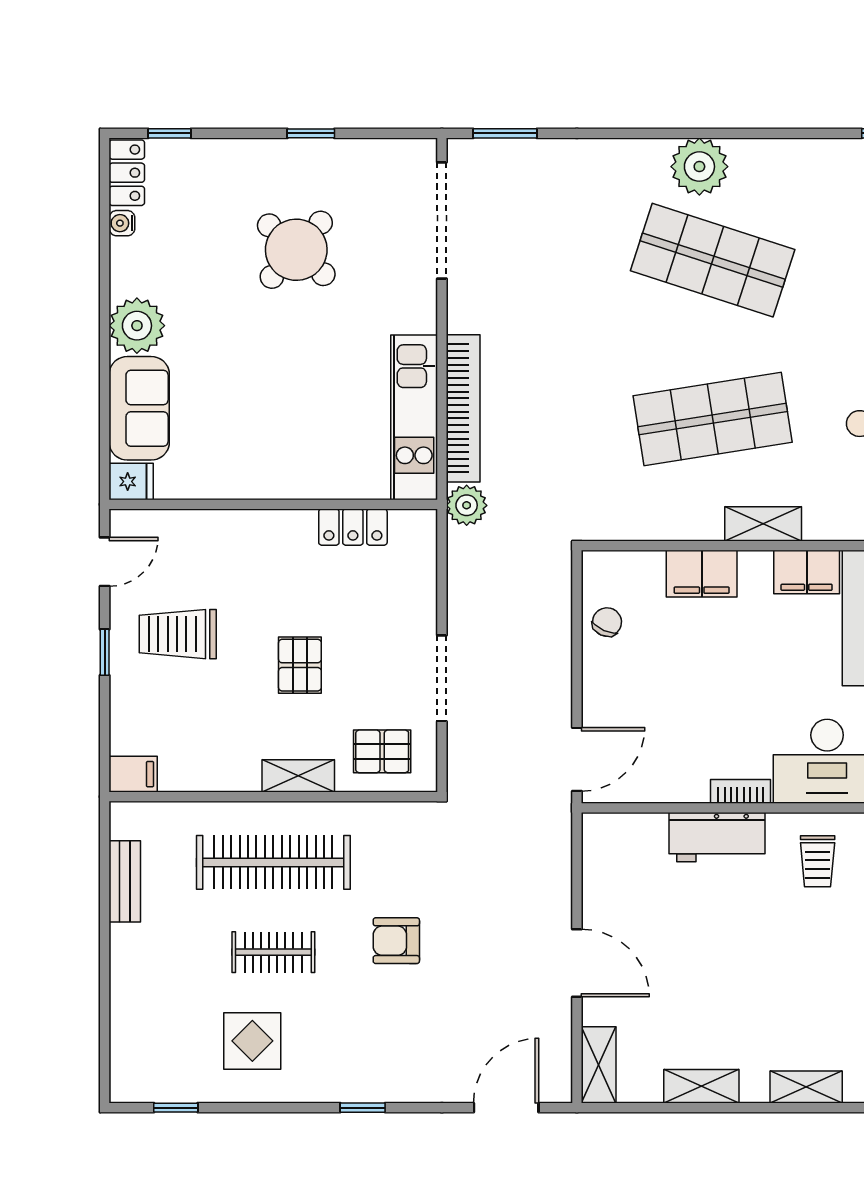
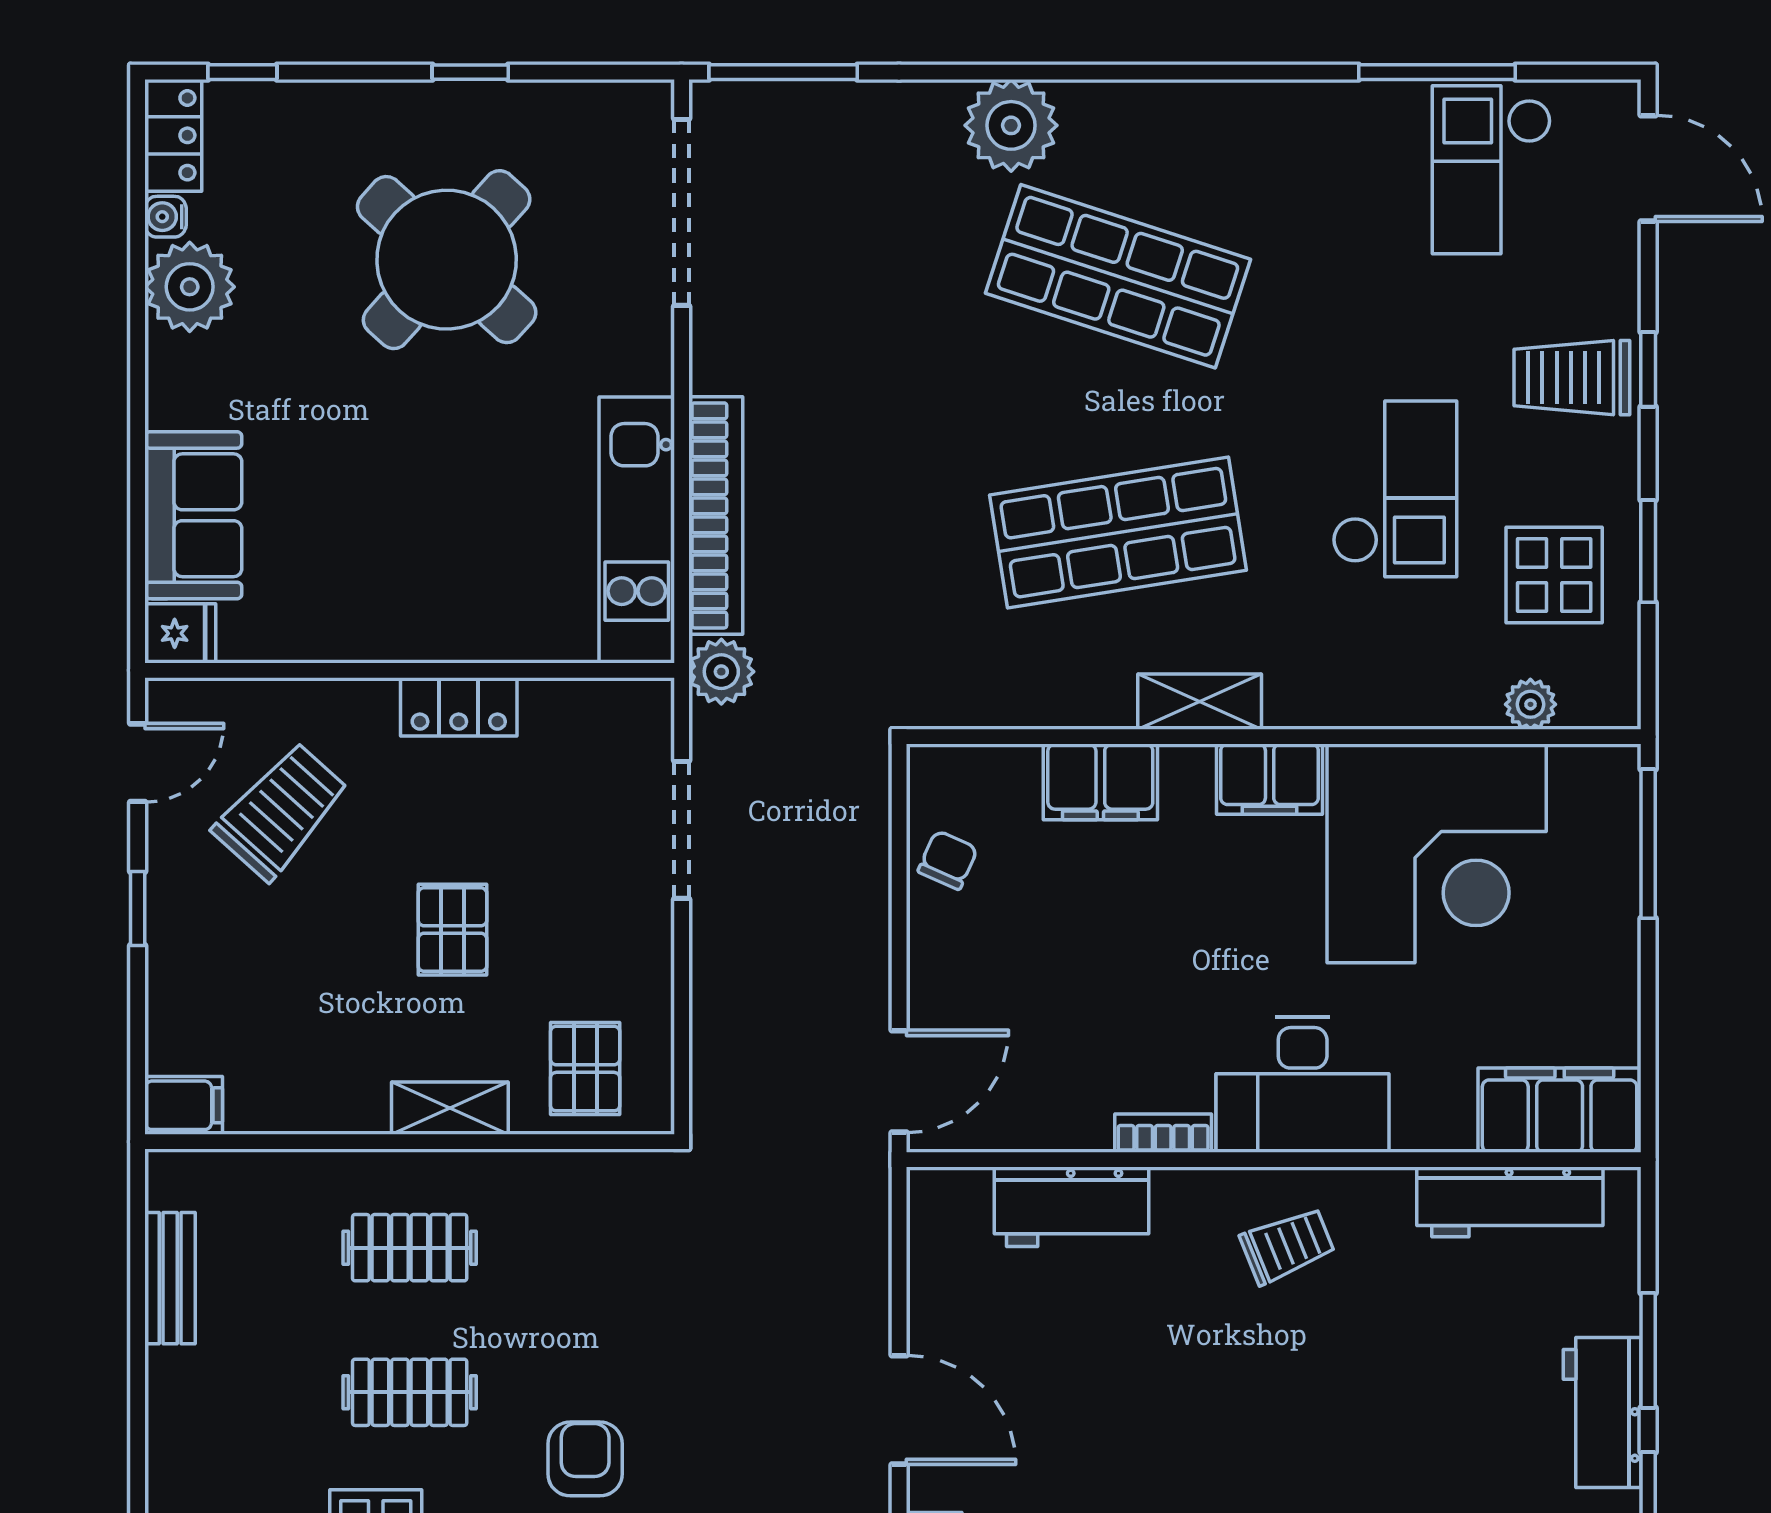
window: (505, 133) -> (783, 72), width x1.44
plant: (699, 167) -> (1011, 125), moved
round table: (296, 250) -> (447, 260), width x1.36, depth x1.36
plant: (137, 326) -> (190, 287), moved
locker: (353, 527) -> (459, 707), moved
trolley: (178, 634) -> (281, 811), moved, turned 132
doorway: (442, 678) -> (682, 830), moved
pallet: (382, 751) -> (585, 1069), turned 90
workbench: (717, 837) -> (1071, 1207), moved
trolley: (818, 861) -> (1287, 1246), turned -112
clothes rail: (273, 862) -> (410, 1248), width x0.54, depth x0.76
armchair: (396, 941) -> (585, 1459), moved, turned 90

